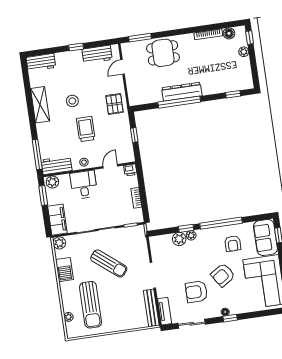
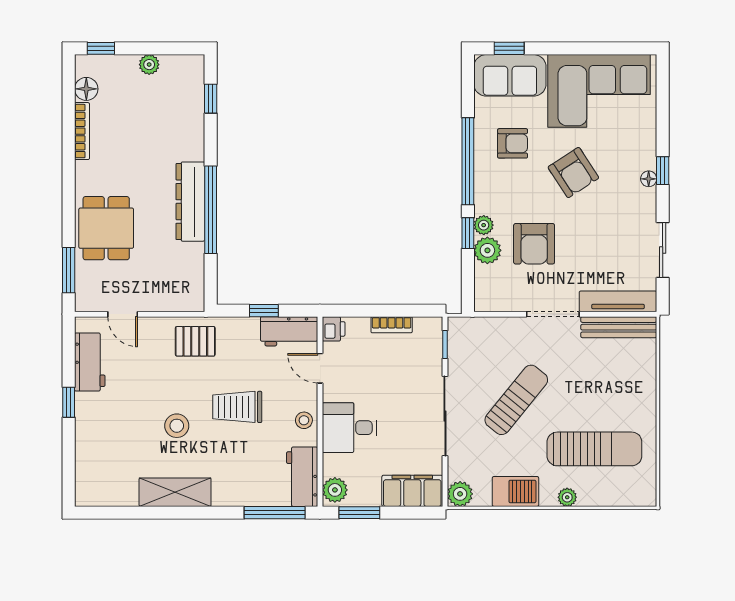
plant: (244, 52) -> (149, 65), moved
workbench: (41, 62) -> (289, 331), moved, turned 90
armchair: (196, 292) -> (534, 244), moved
tv unit: (165, 311) -> (618, 301), width x1.41
plant: (68, 317) -> (567, 497), moved

